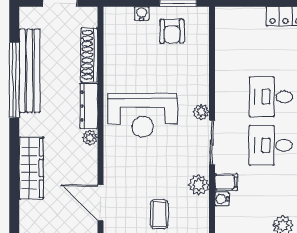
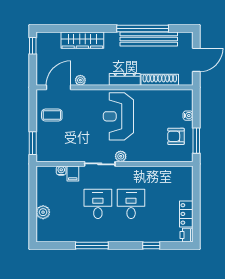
plant: (90, 138) -> (80, 80), moved
plant: (199, 185) -> (71, 155), removed
coffee table: (159, 214) -> (52, 115), moved

